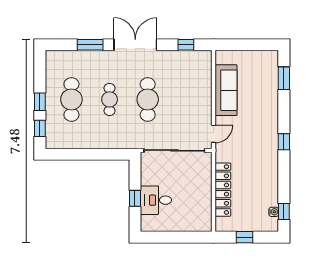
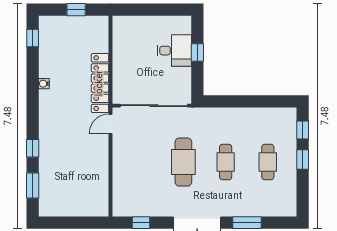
sofa: (226, 90) -> (97, 172), removed
cafe table: (71, 99) -> (268, 162), width x0.73, depth x0.74
window: (284, 142) -> (33, 148), moved
locker: (223, 190) -> (100, 83), moved
water cooler: (274, 212) -> (44, 84), moved

